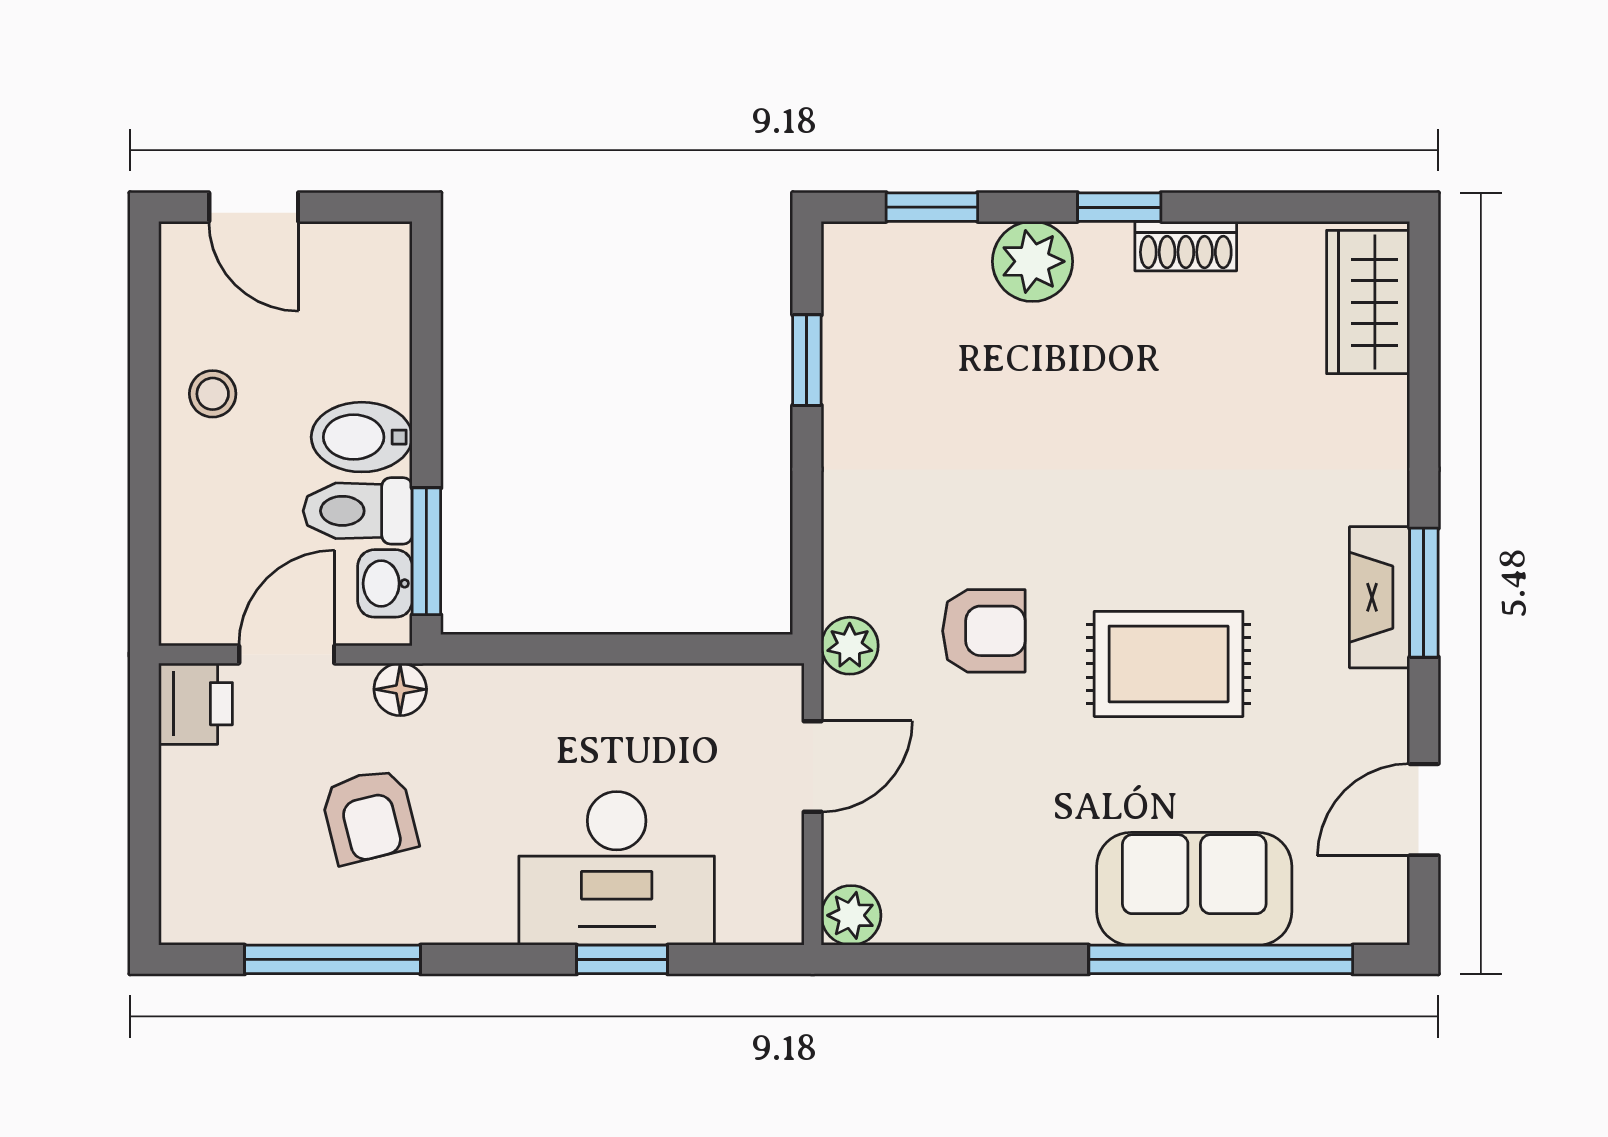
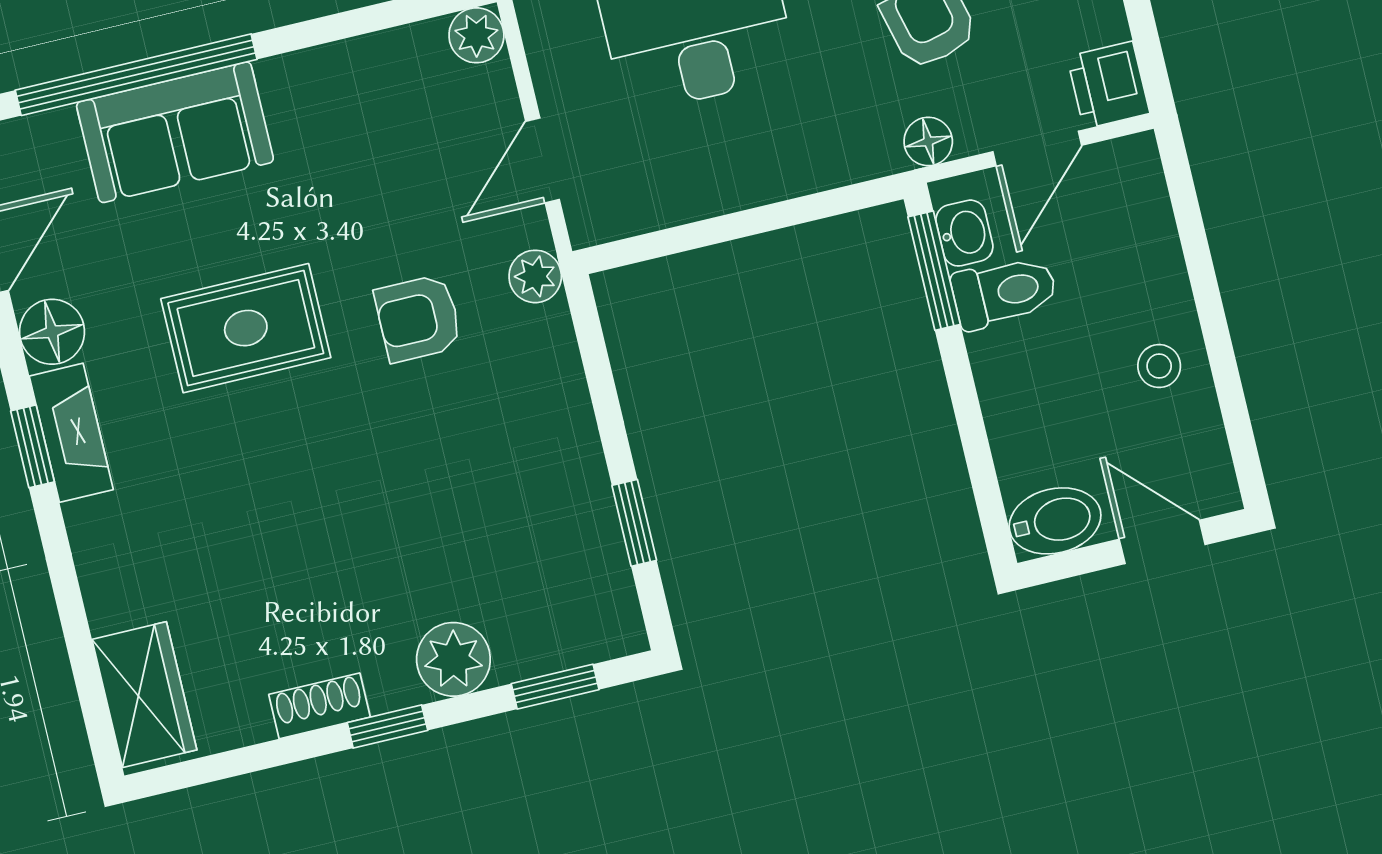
bidet: (362, 437) -> (1055, 521), moved
window: (1424, 593) -> (32, 446), width x0.67
floor lamp: (1374, 709) -> (52, 332), added

